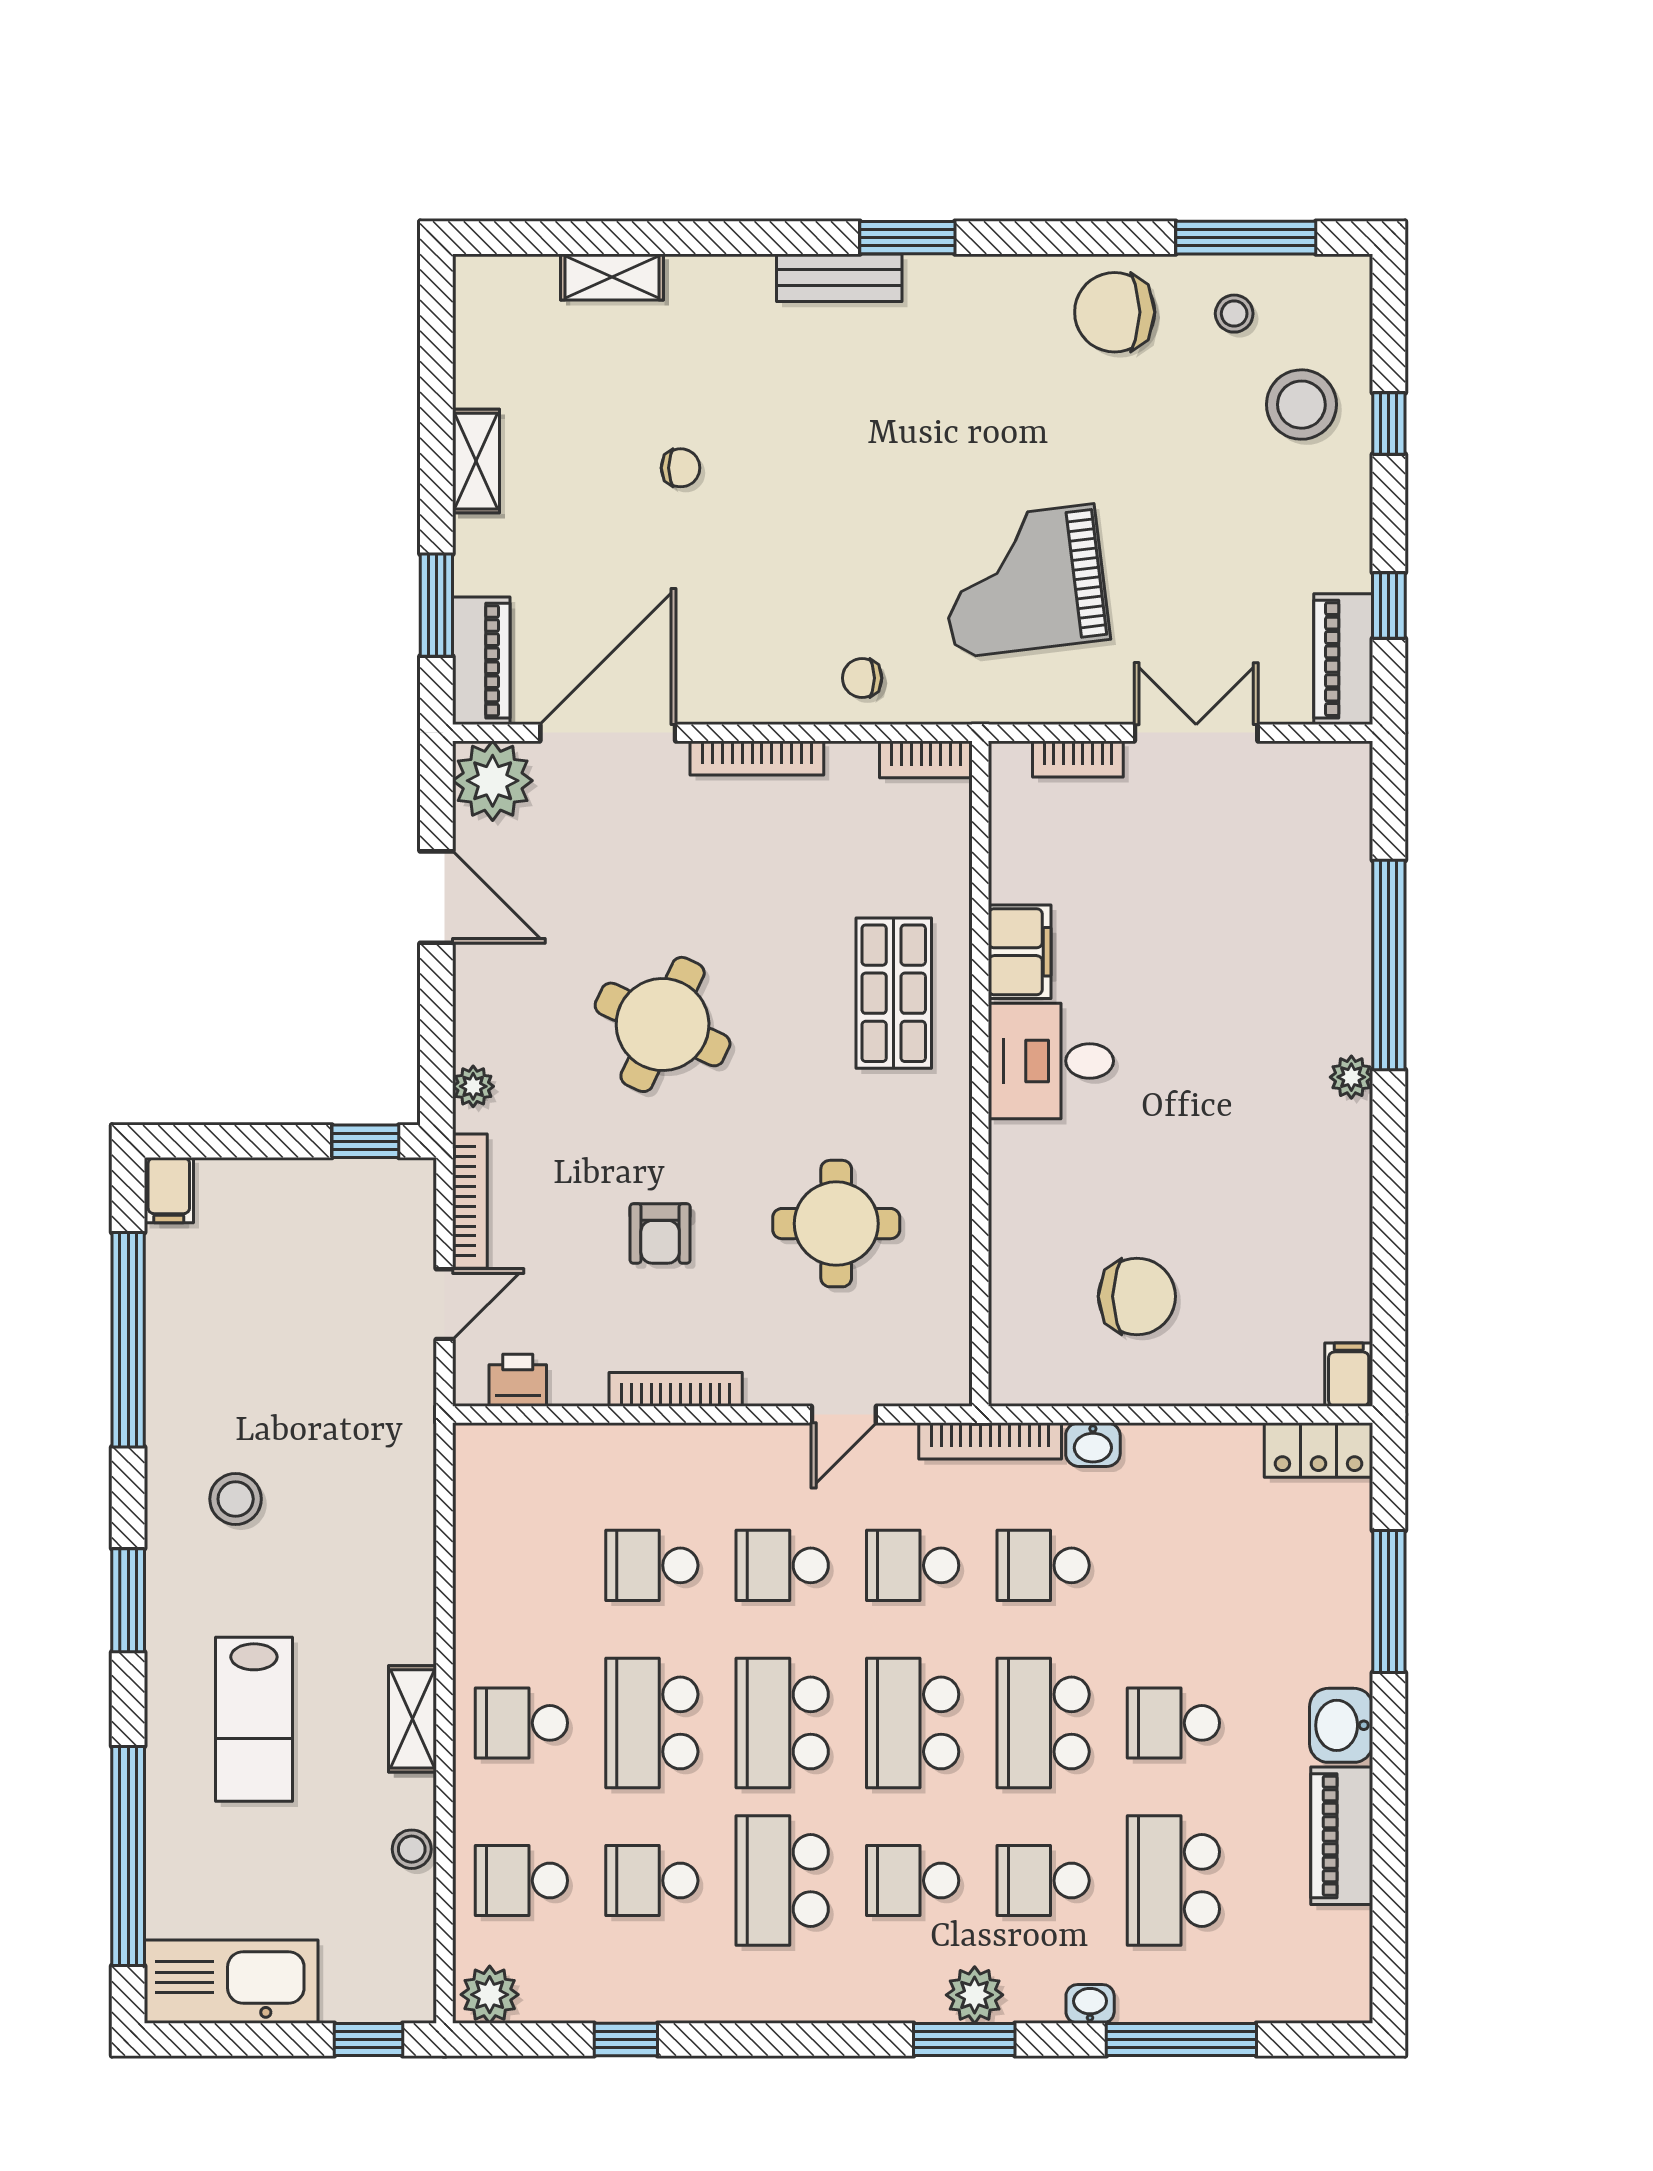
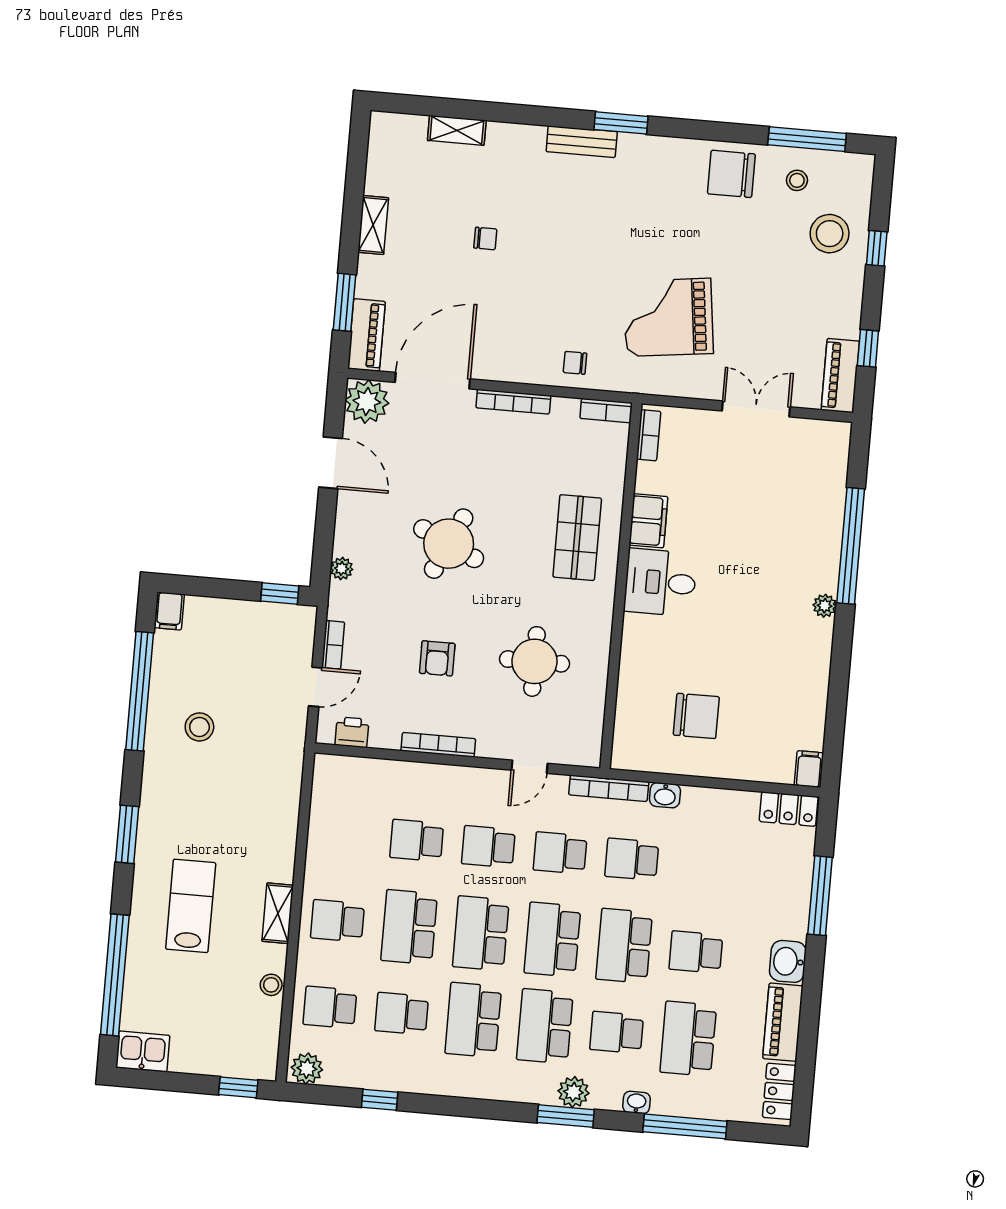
bookcase: (1078, 759) -> (649, 435), moved, turned -90
bookcase: (470, 1201) -> (333, 645), width x0.64
stool: (236, 1499) -> (199, 727), moved
lab bench: (254, 1719) -> (191, 906), turned 180
school desk: (913, 1881) -> (545, 1026), width x1.85
locker: (1346, 1961) -> (779, 1091), added
kitchen sink: (231, 1982) -> (143, 1051), width x0.53, depth x0.81

